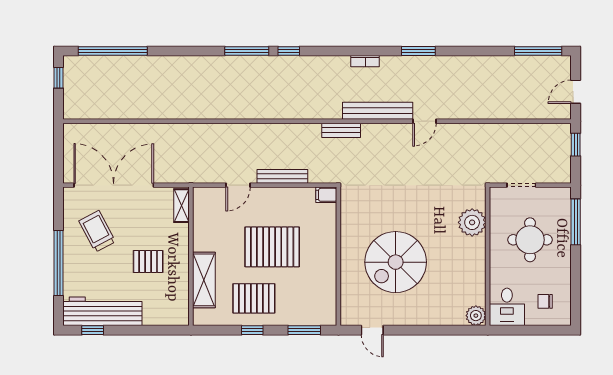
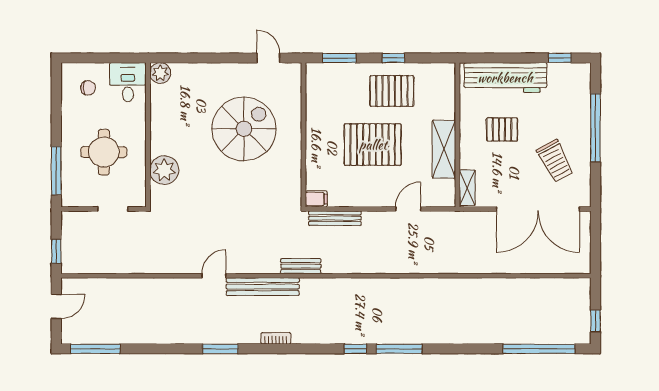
bench: (282, 176) -> (335, 218), moved
shelving: (204, 280) -> (444, 149), moved
workbench: (102, 311) -> (505, 78), moved

